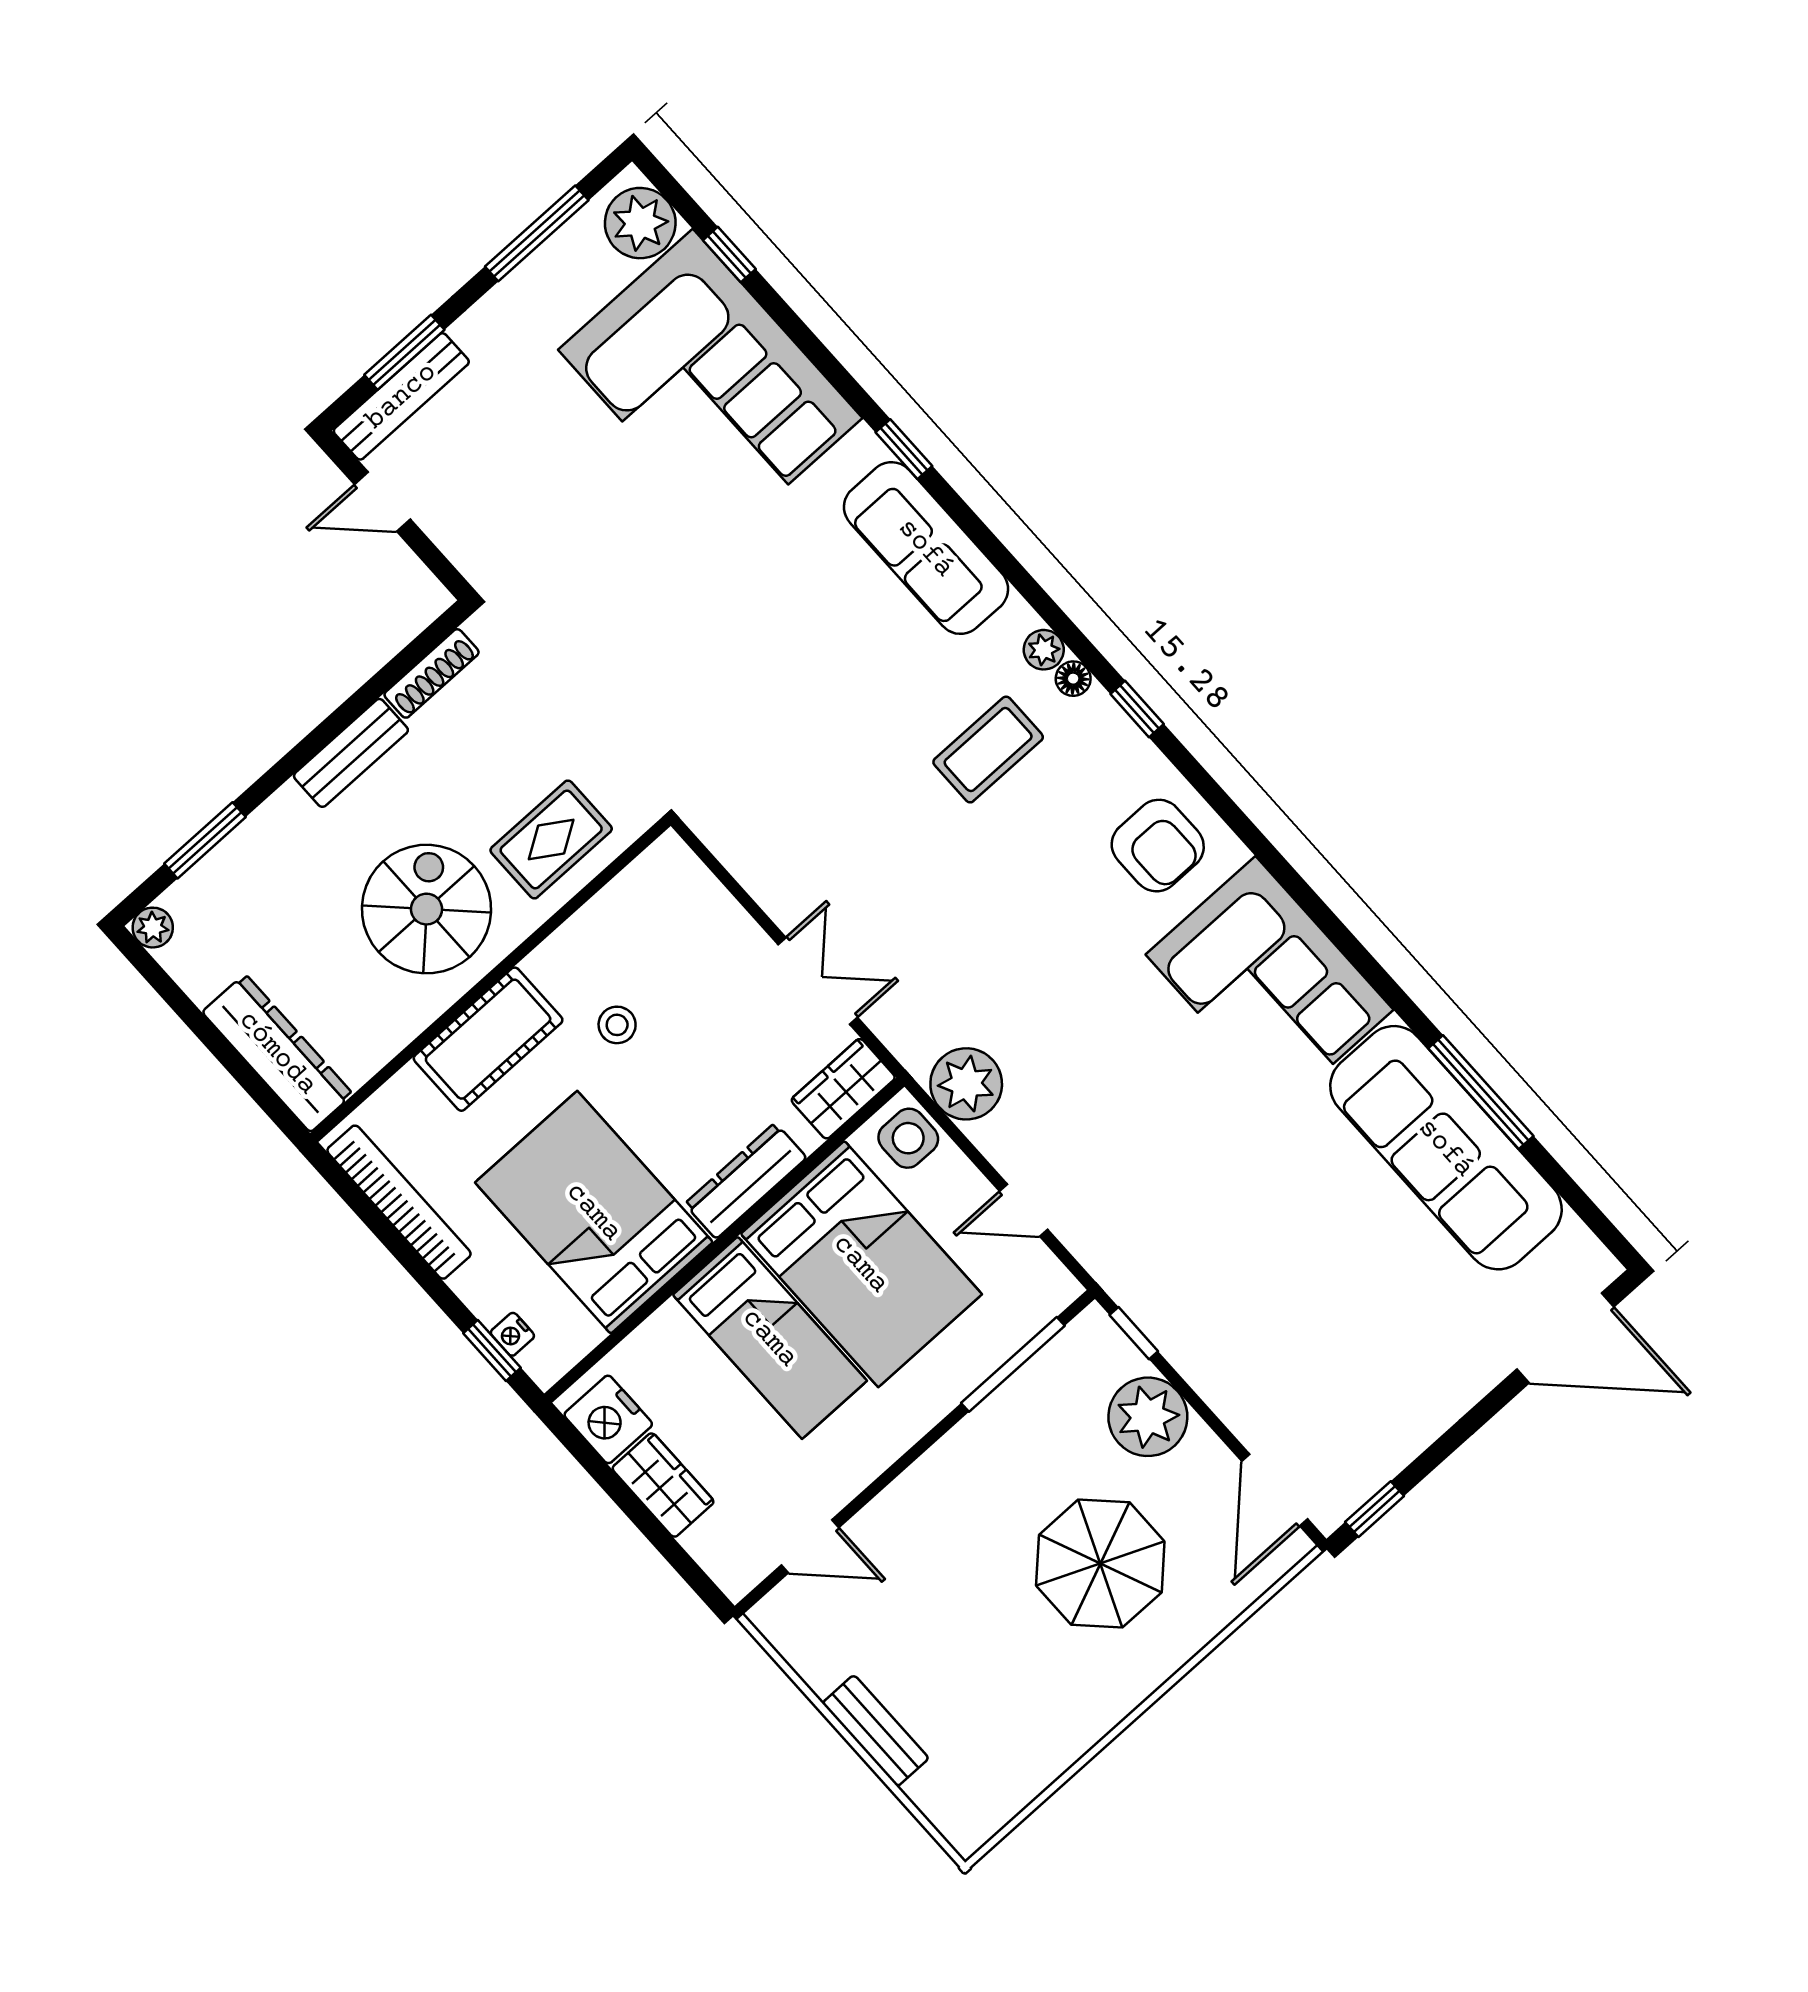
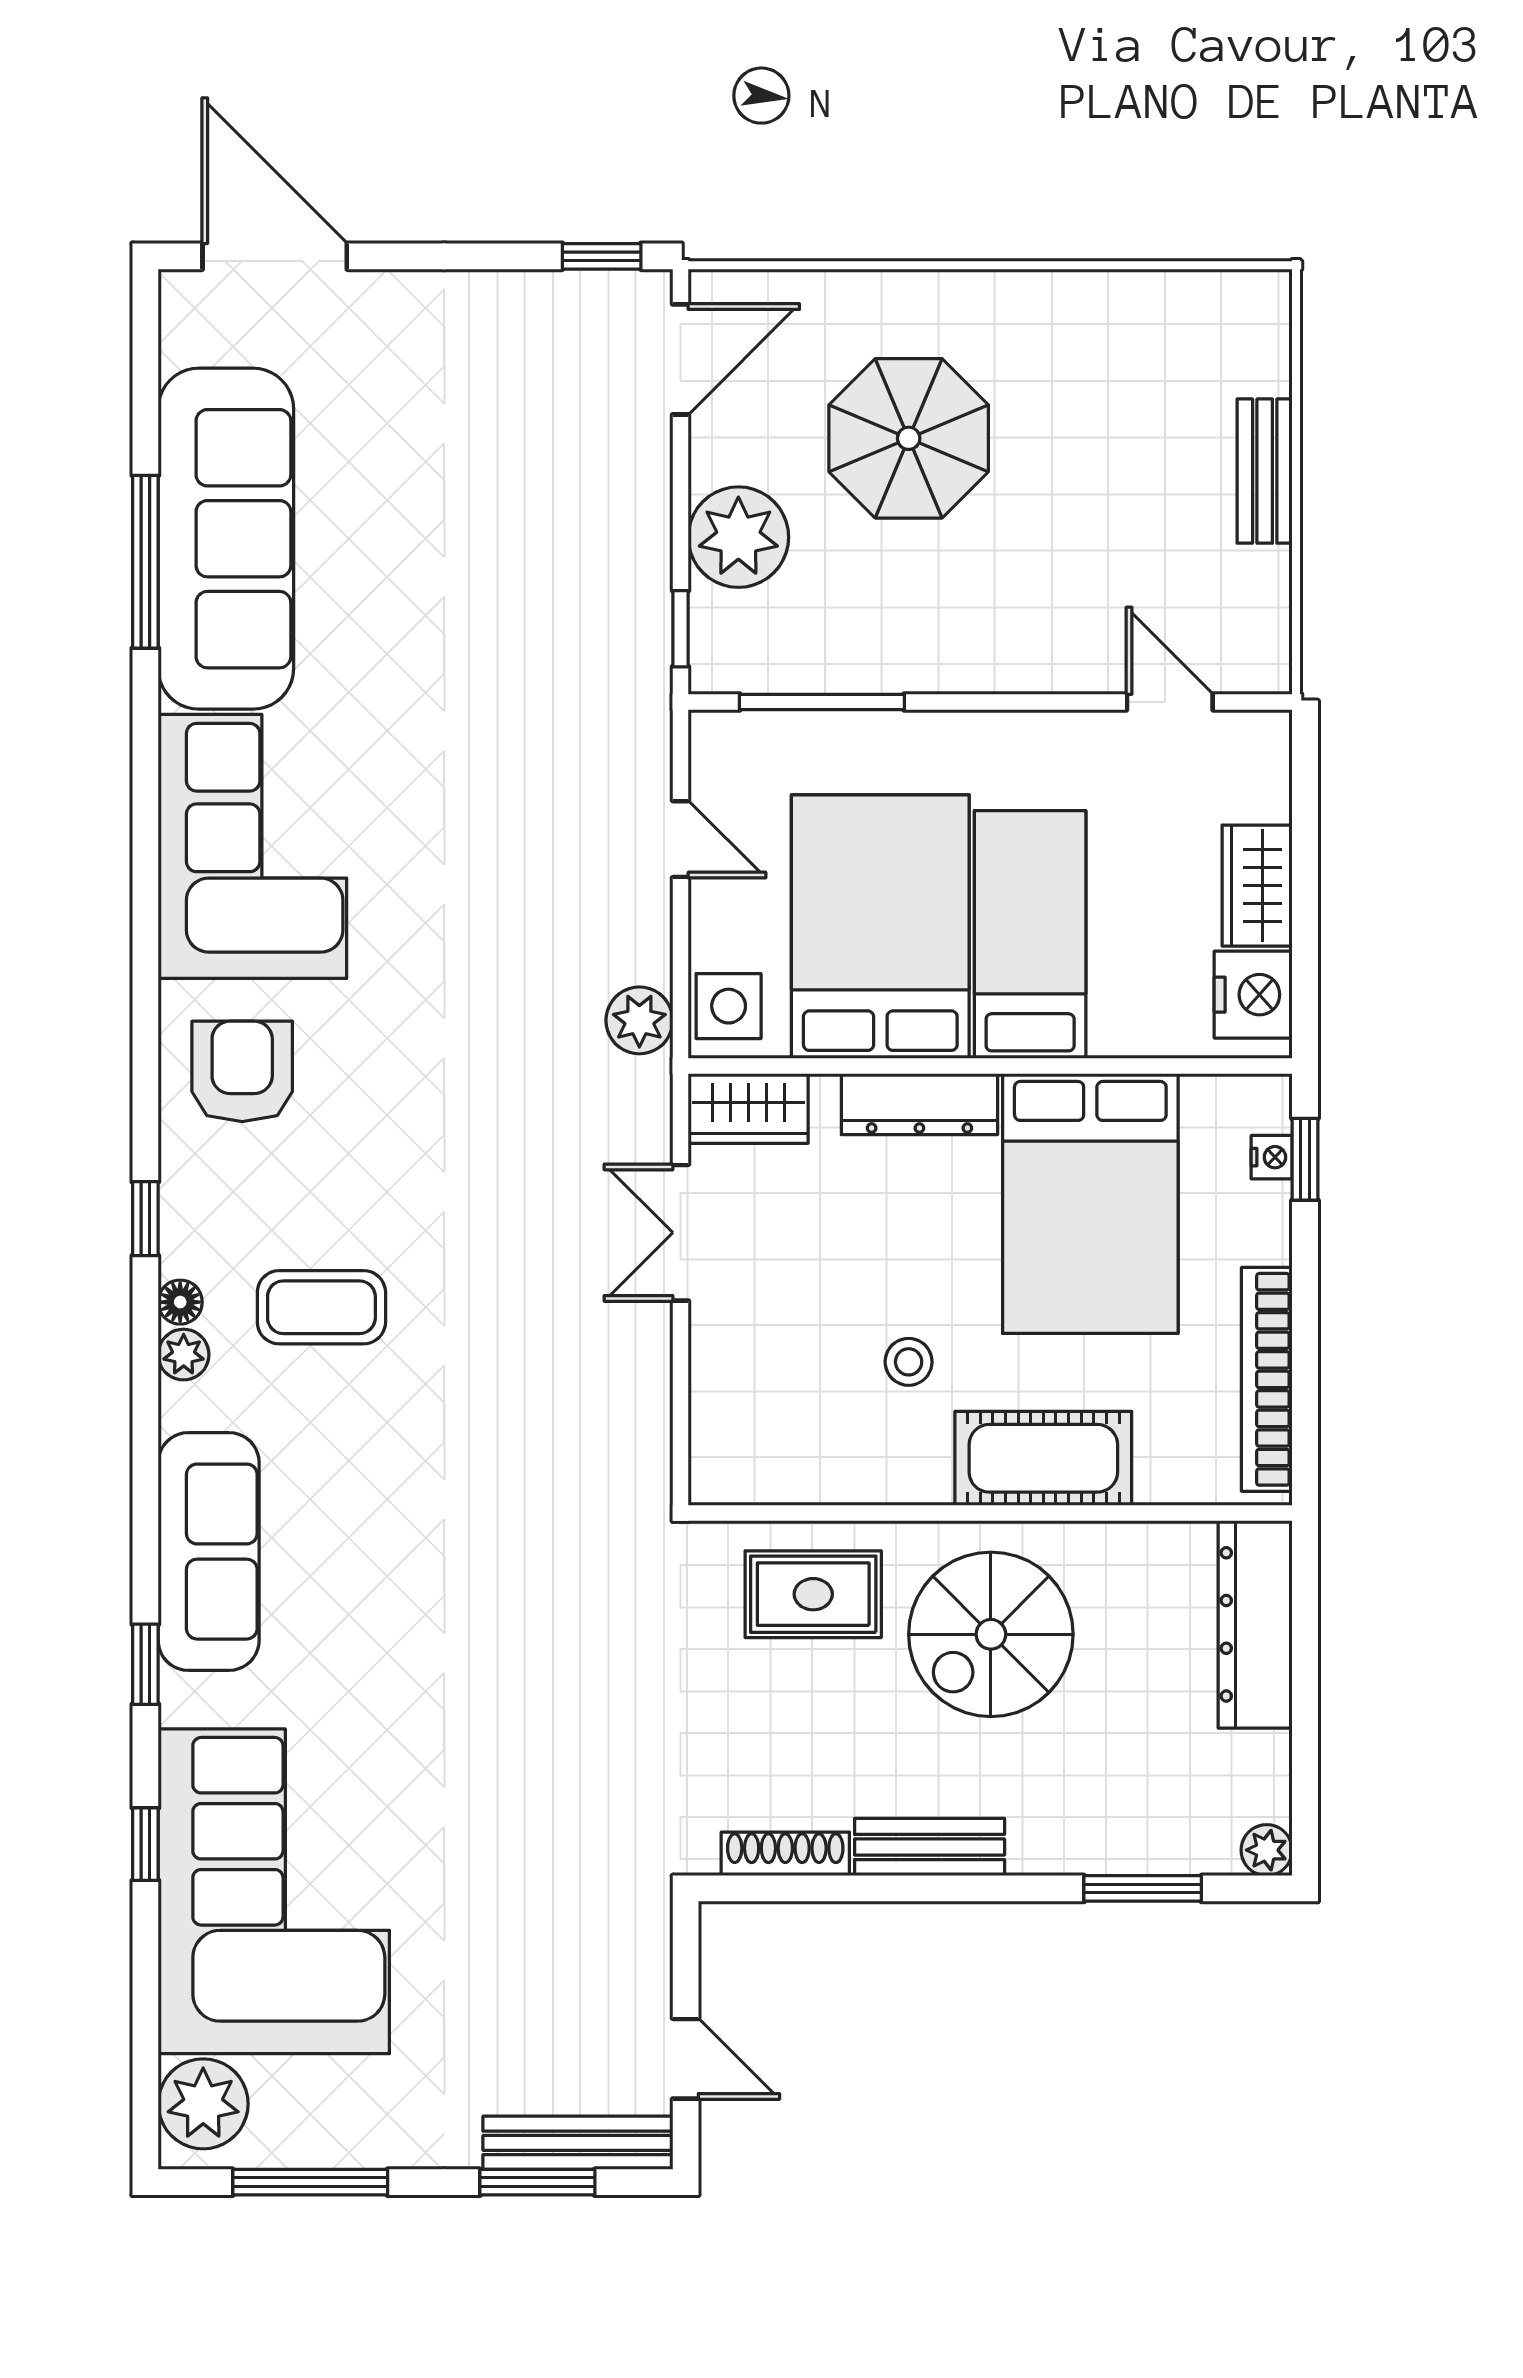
window: (729, 255) -> (145, 1844), moved
plant: (966, 1084) -> (639, 1020), width x0.73, depth x0.73

